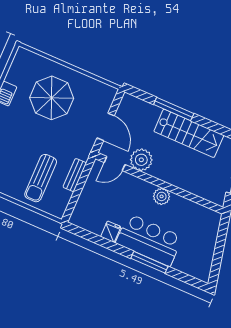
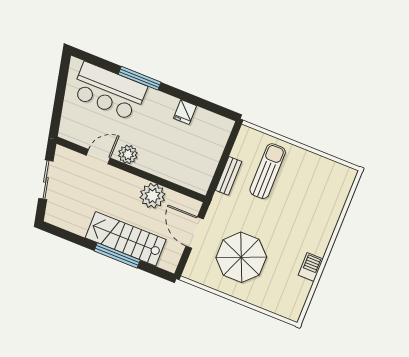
parasol: (52, 98) -> (241, 257), moved
stairs: (189, 133) -> (126, 239), moved
door: (115, 163) -> (98, 157), moved
bar counter: (149, 240) -> (109, 91), moved

